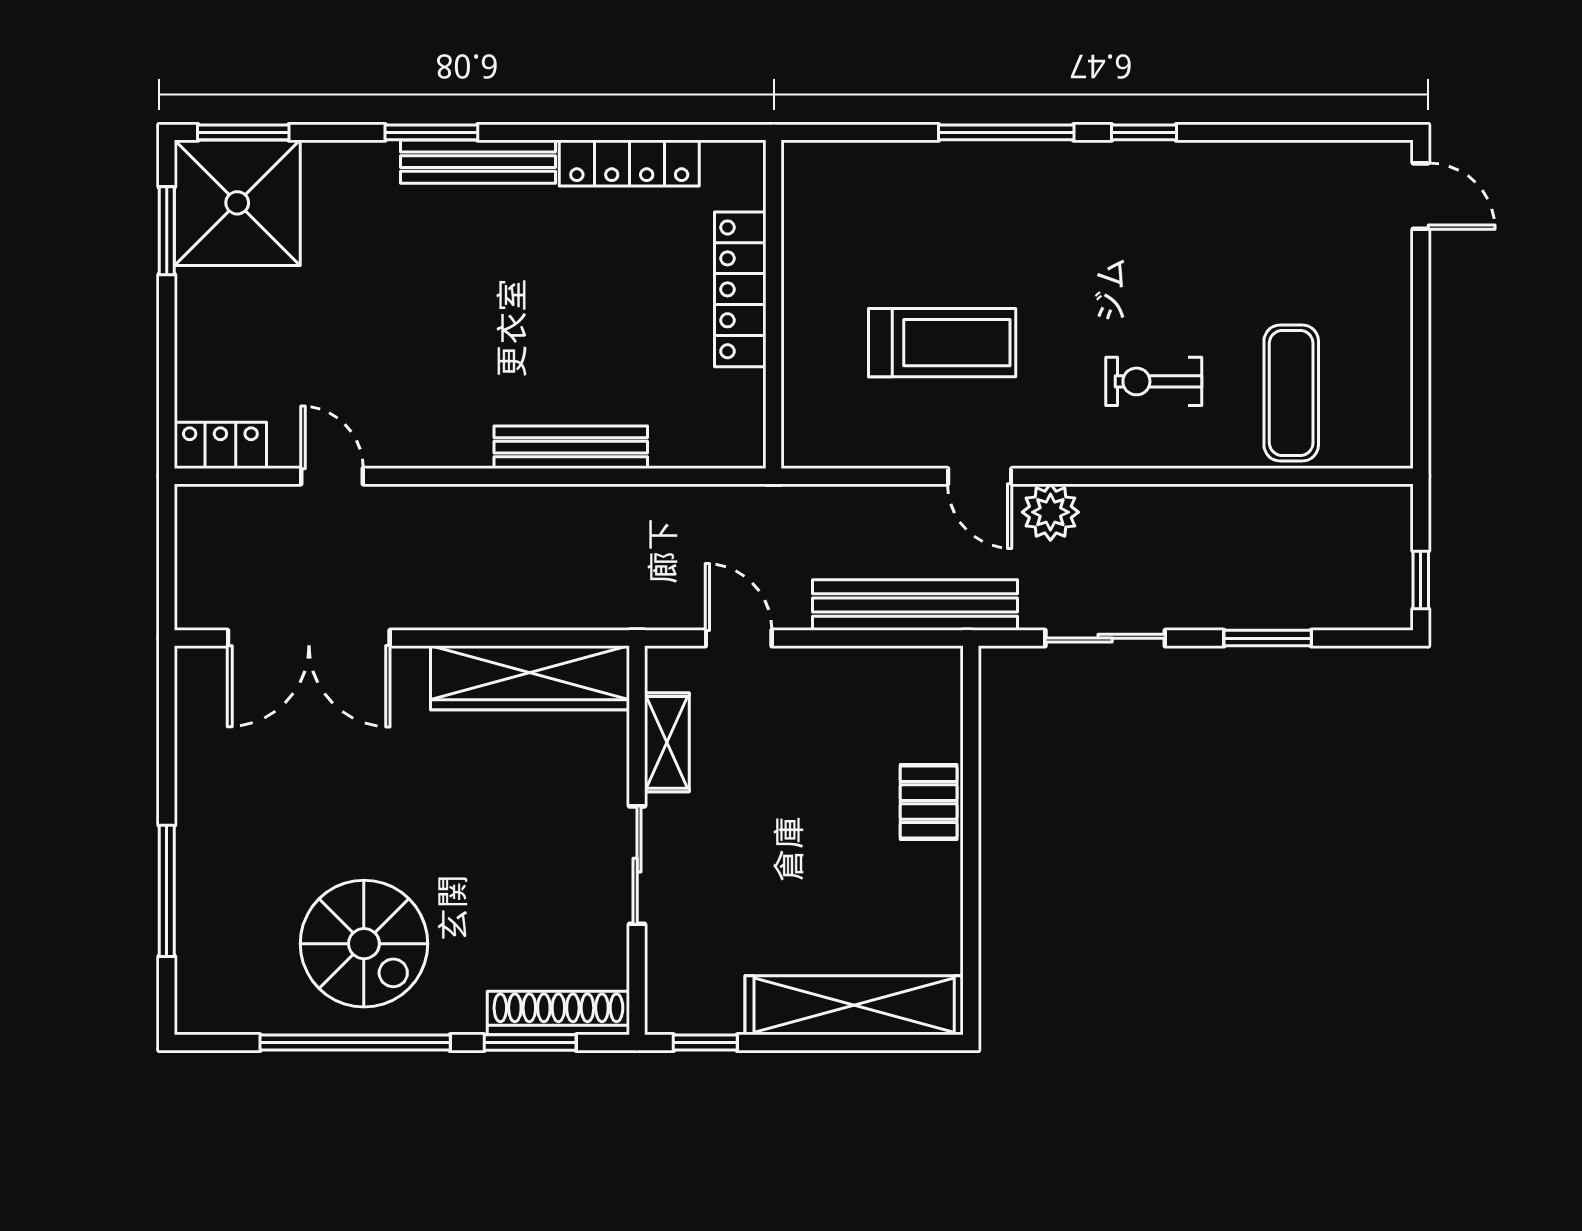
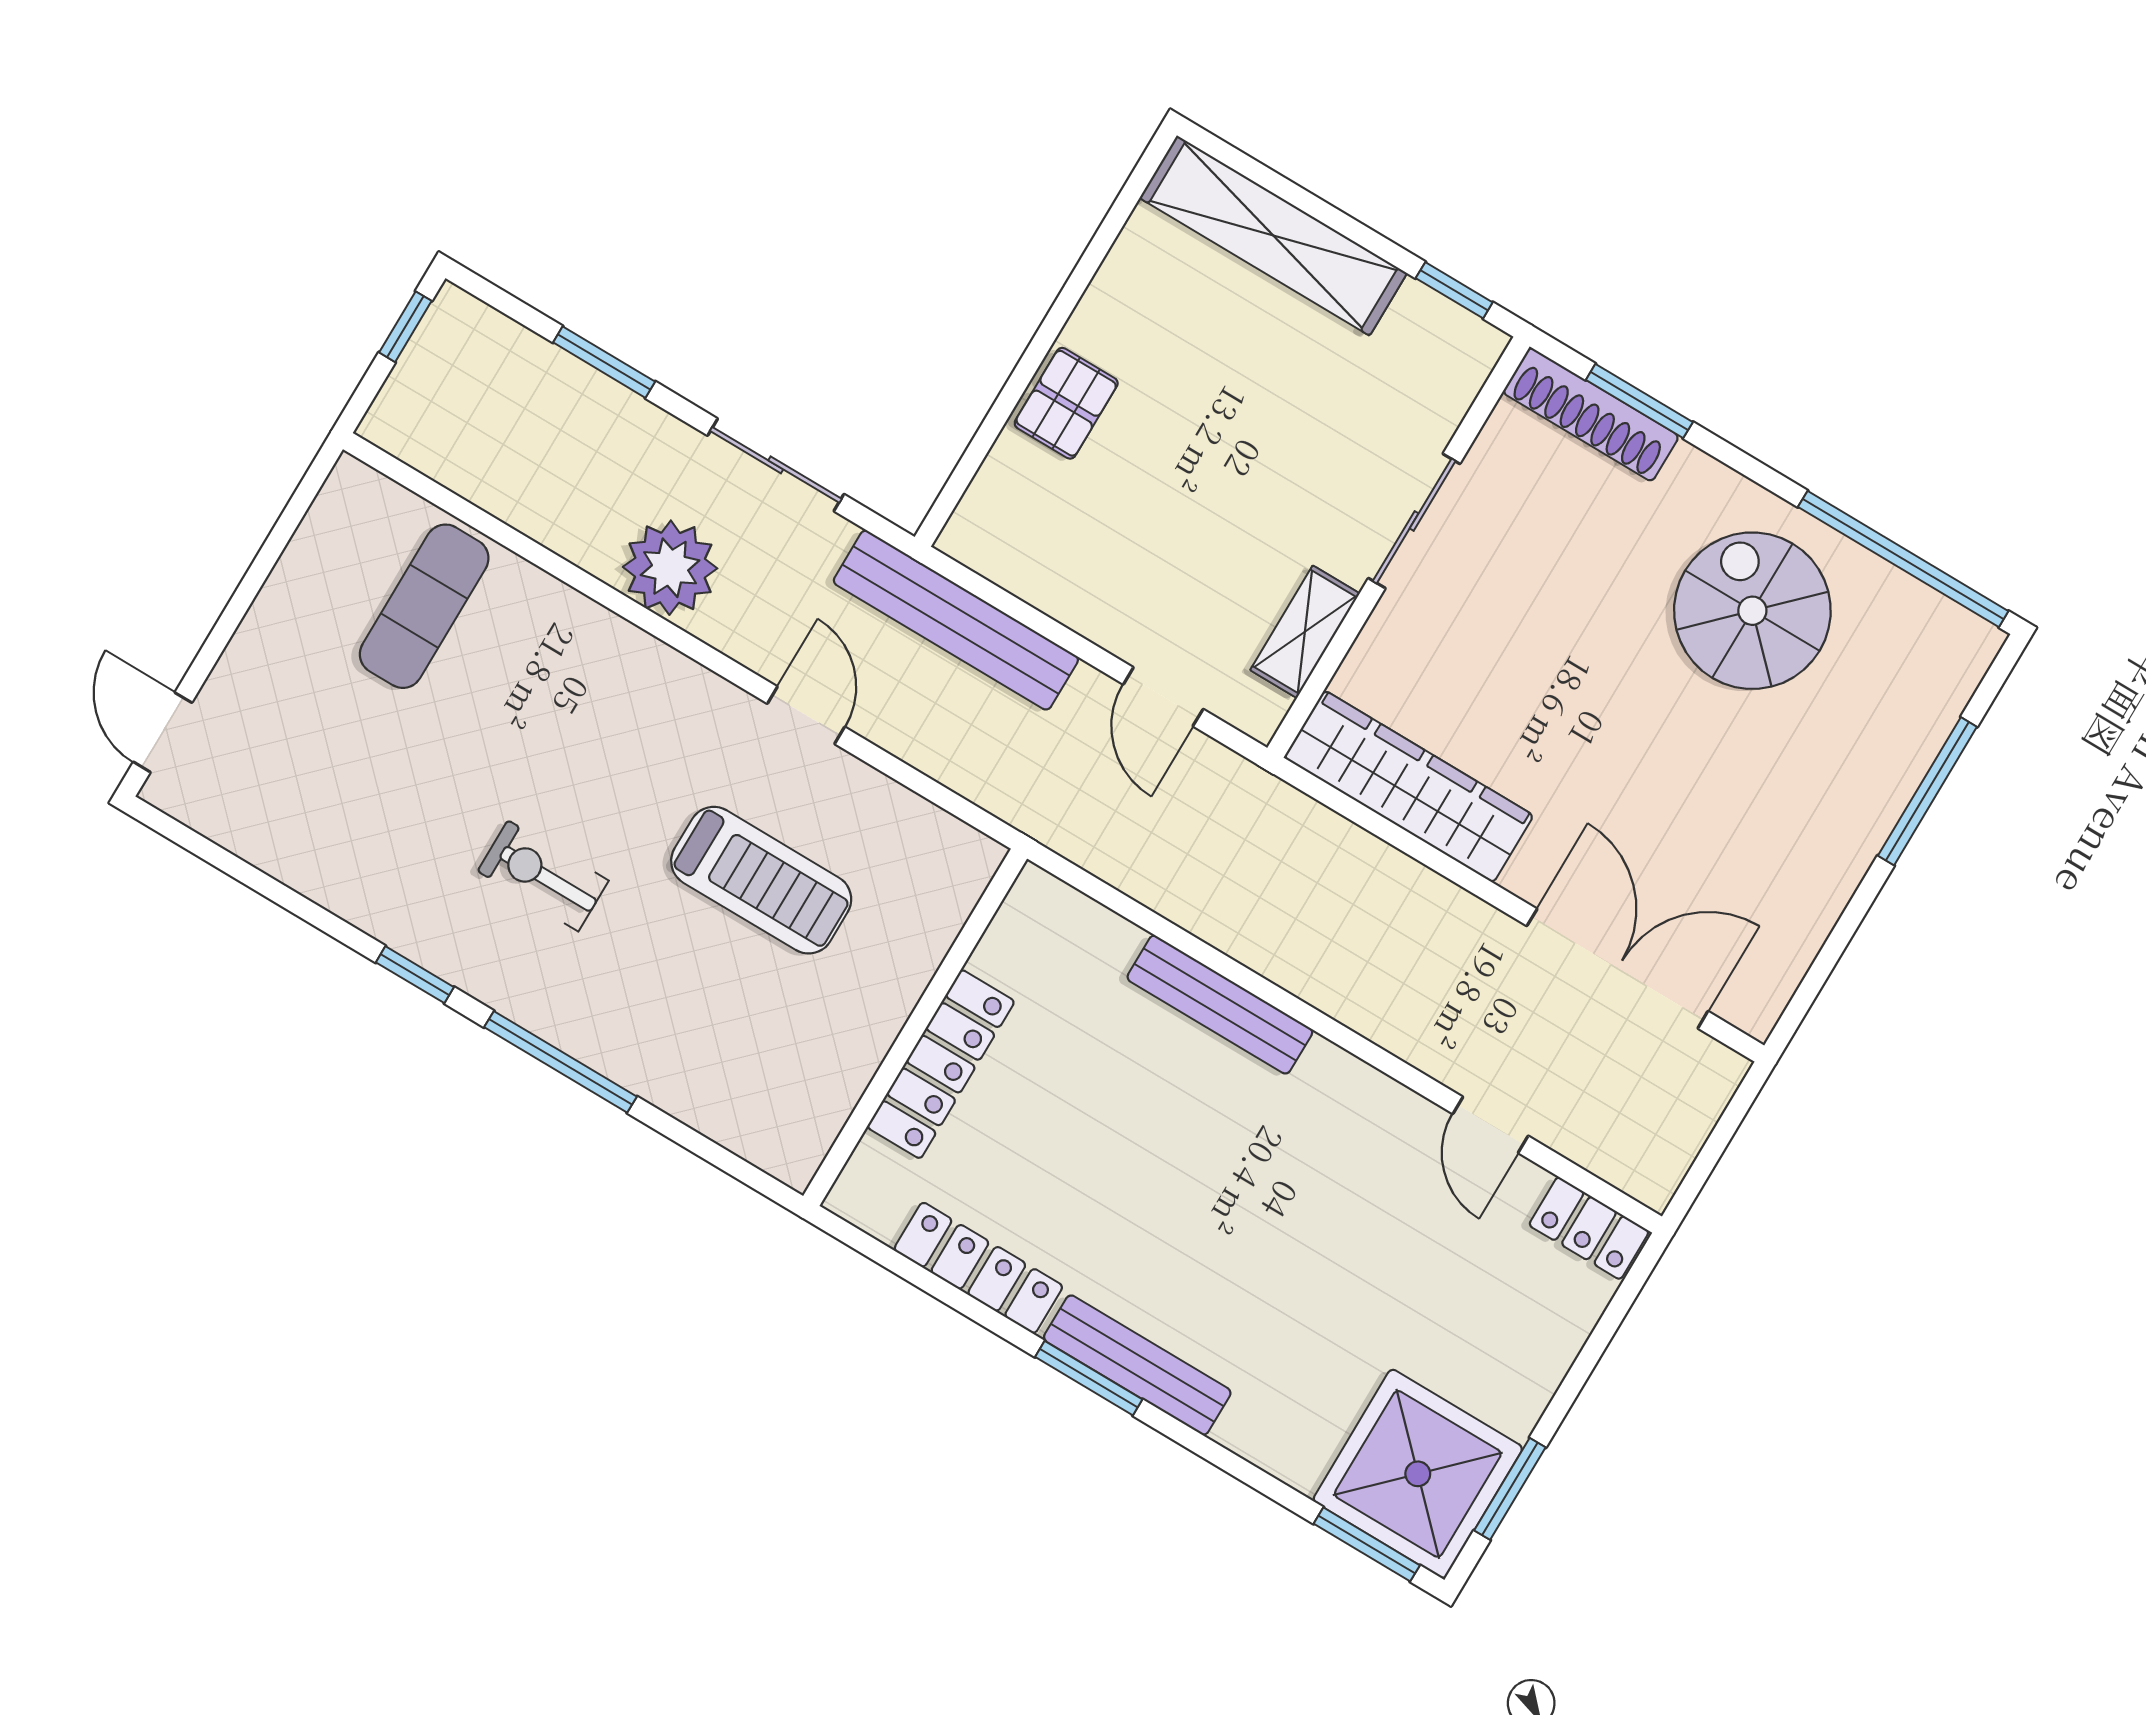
window: (431, 132) -> (1089, 1378), moved
treadmill: (942, 343) -> (761, 880), turned 180
exercise bike: (1154, 381) -> (543, 876), moved, turned 180
plant: (1050, 512) -> (670, 568), moved, width x1.36, depth x1.36
window: (355, 1043) -> (1903, 559), moved

